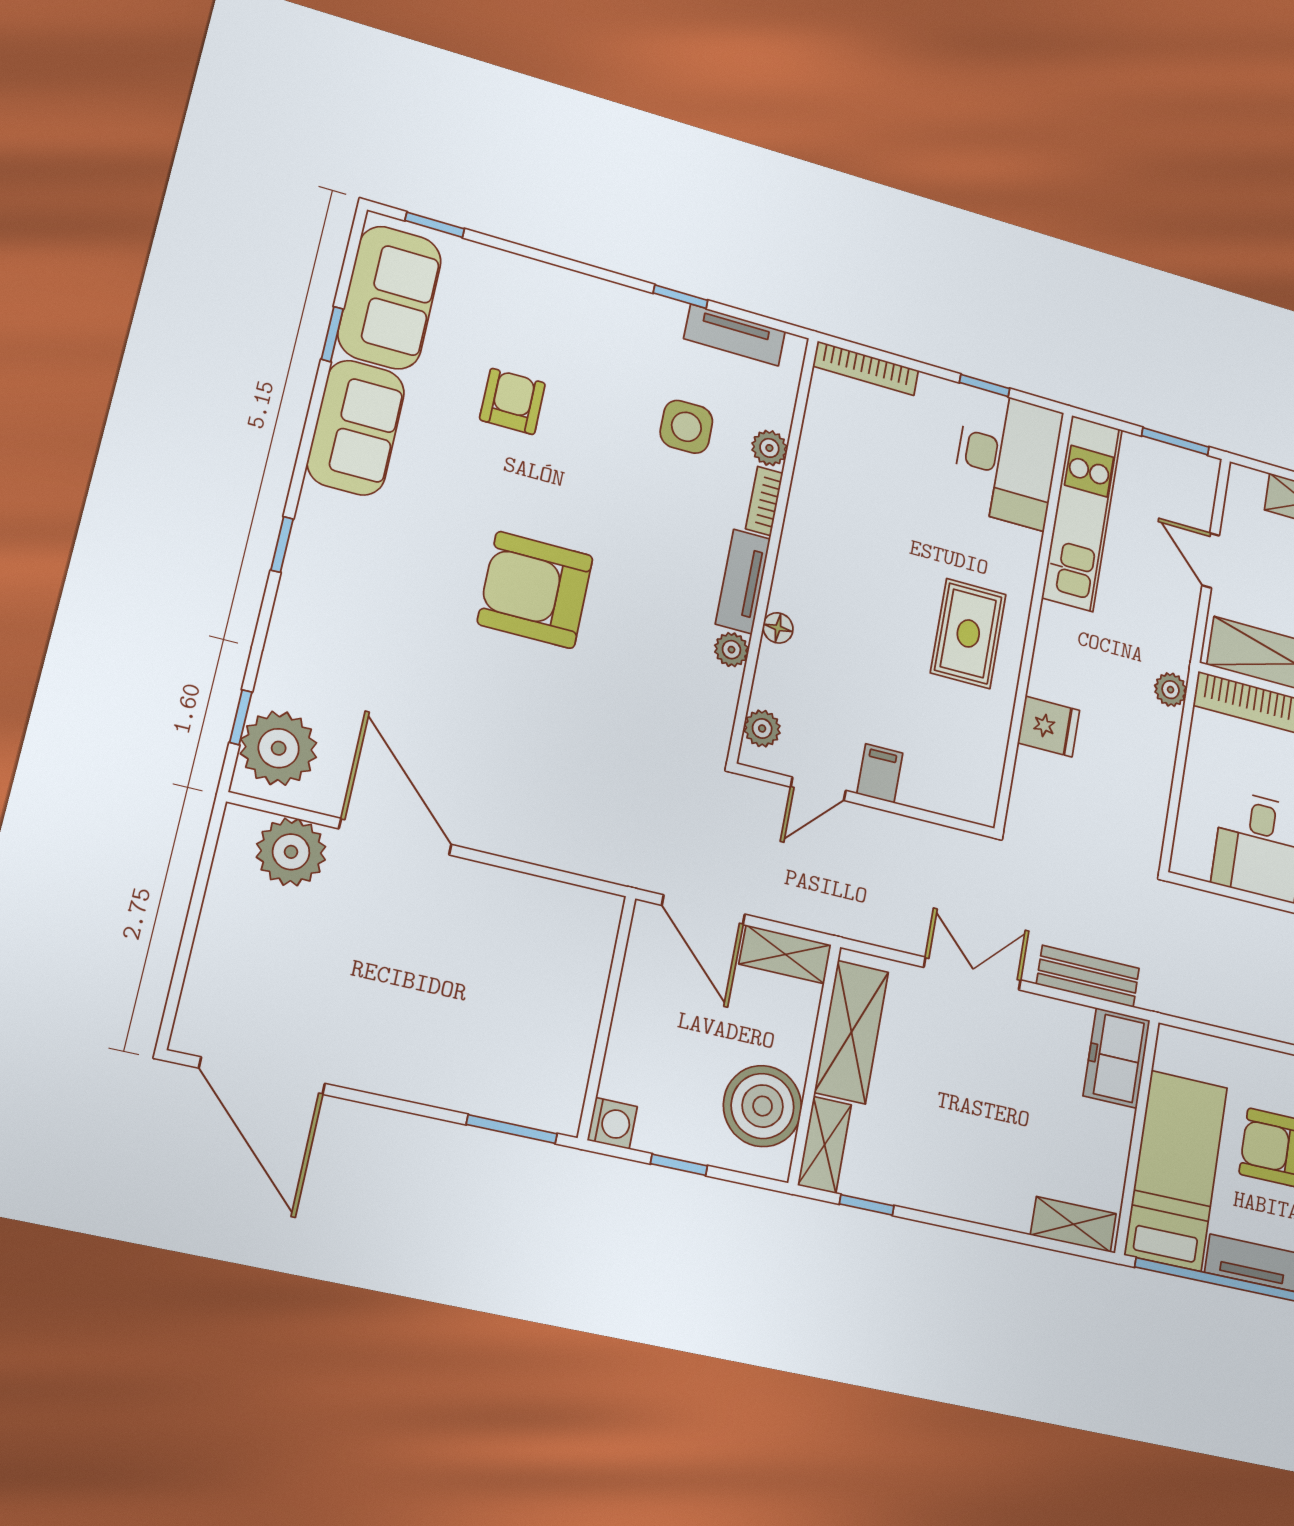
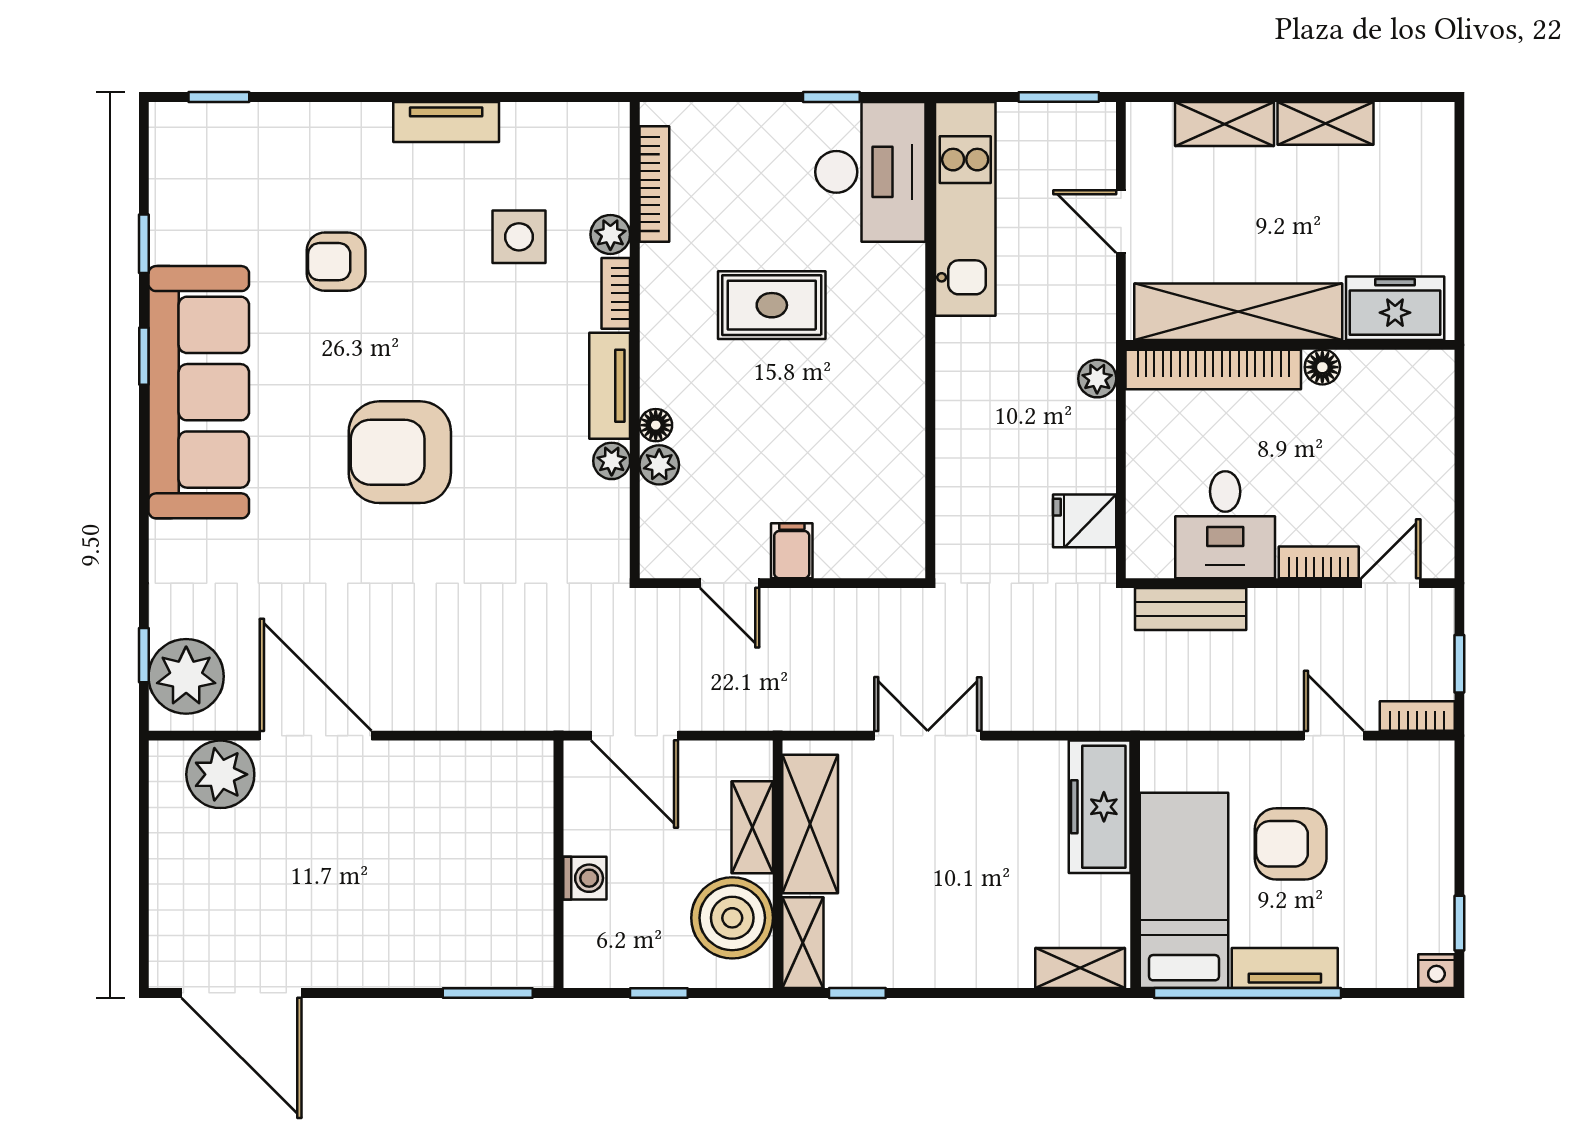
sofa: (390, 297) -> (191, 188), removed
window: (681, 297) -> (485, 97), removed
tv unit: (735, 335) -> (446, 122), moved
bookcase: (866, 368) -> (654, 184), moved, turned -90
armchair: (512, 401) -> (336, 262), turned -90
sofa: (356, 428) -> (199, 392), width x1.85, depth x1.27
window: (282, 544) -> (144, 356), moved
rug: (968, 633) -> (772, 305), moved, turned 90
fridge: (1049, 727) -> (1085, 521), moved, turned 180
plant: (762, 728) -> (659, 465), moved
door: (818, 789) -> (730, 583), hinge flipped
shelving: (785, 954) -> (752, 827), moved, turned 90
bench: (1088, 976) -> (1191, 609), moved
freezer: (1117, 1058) -> (1100, 807), width x1.40
washing machine: (612, 1123) -> (585, 878), moved

